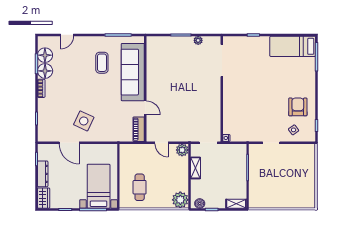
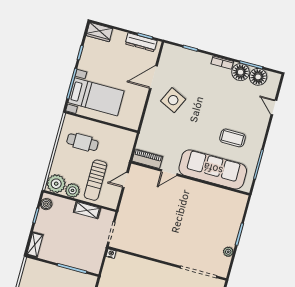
plant: (182, 150) -> (72, 190), moved
sun lounger: (168, 168) -> (96, 180), added
dresser: (43, 174) -> (141, 42), moved

